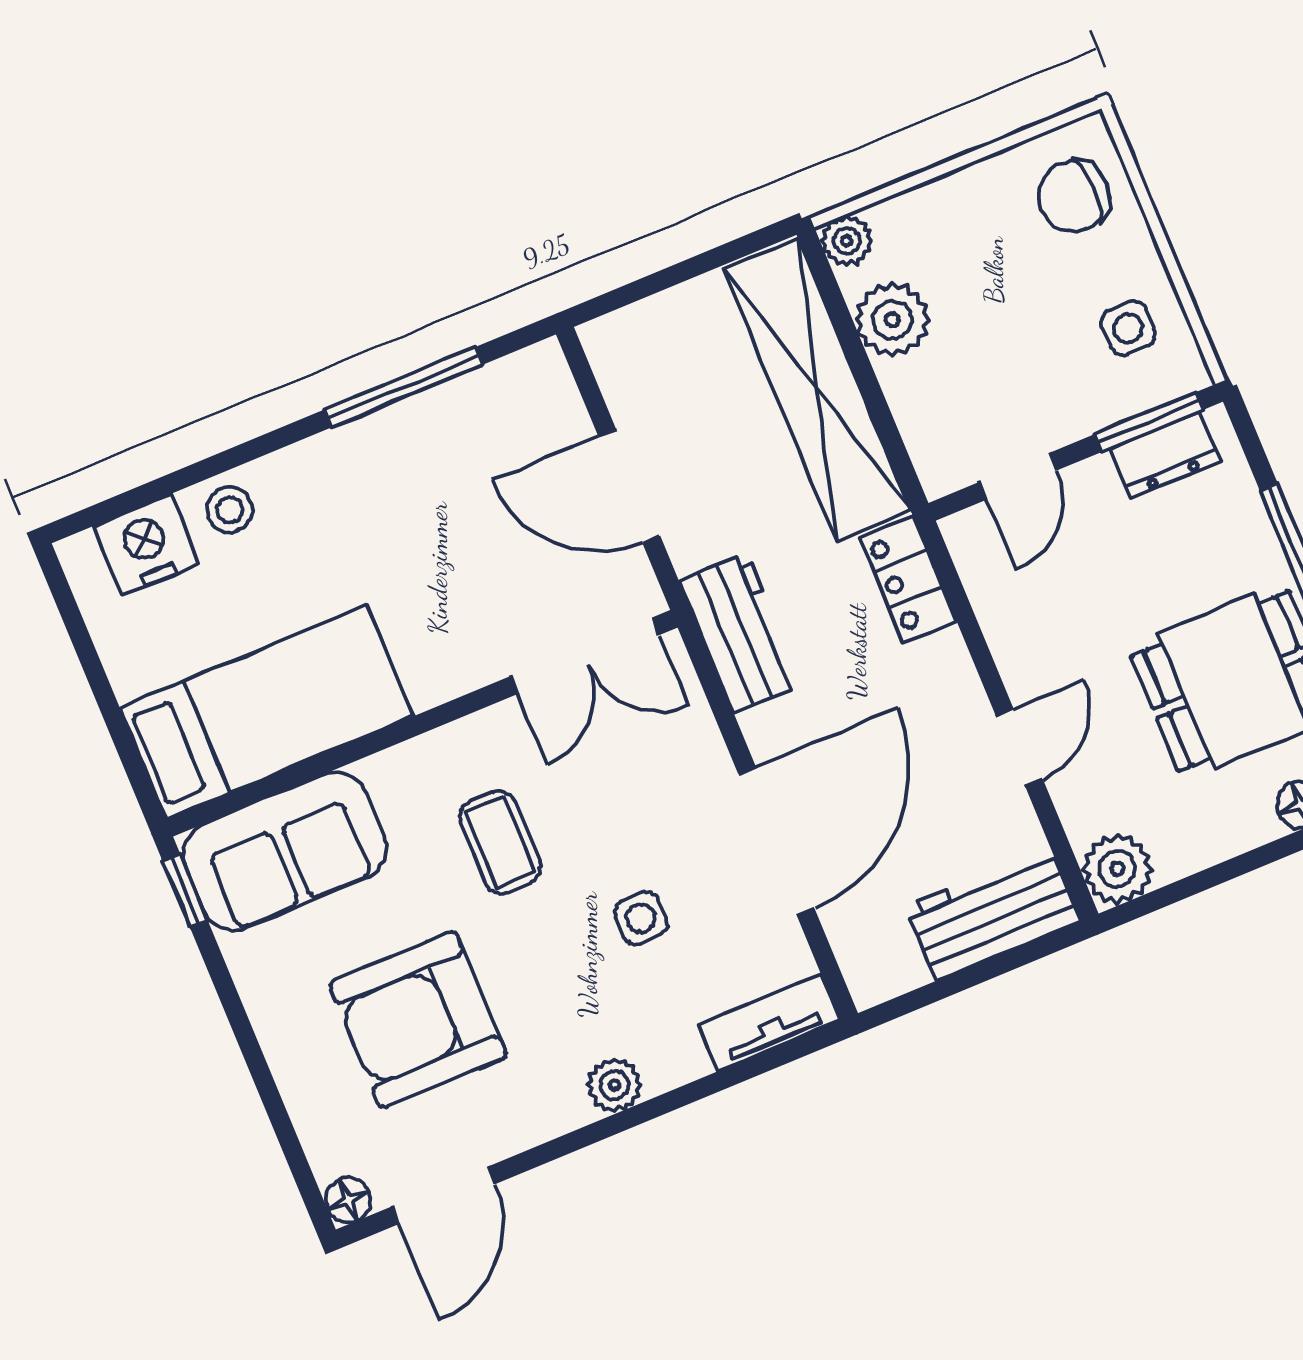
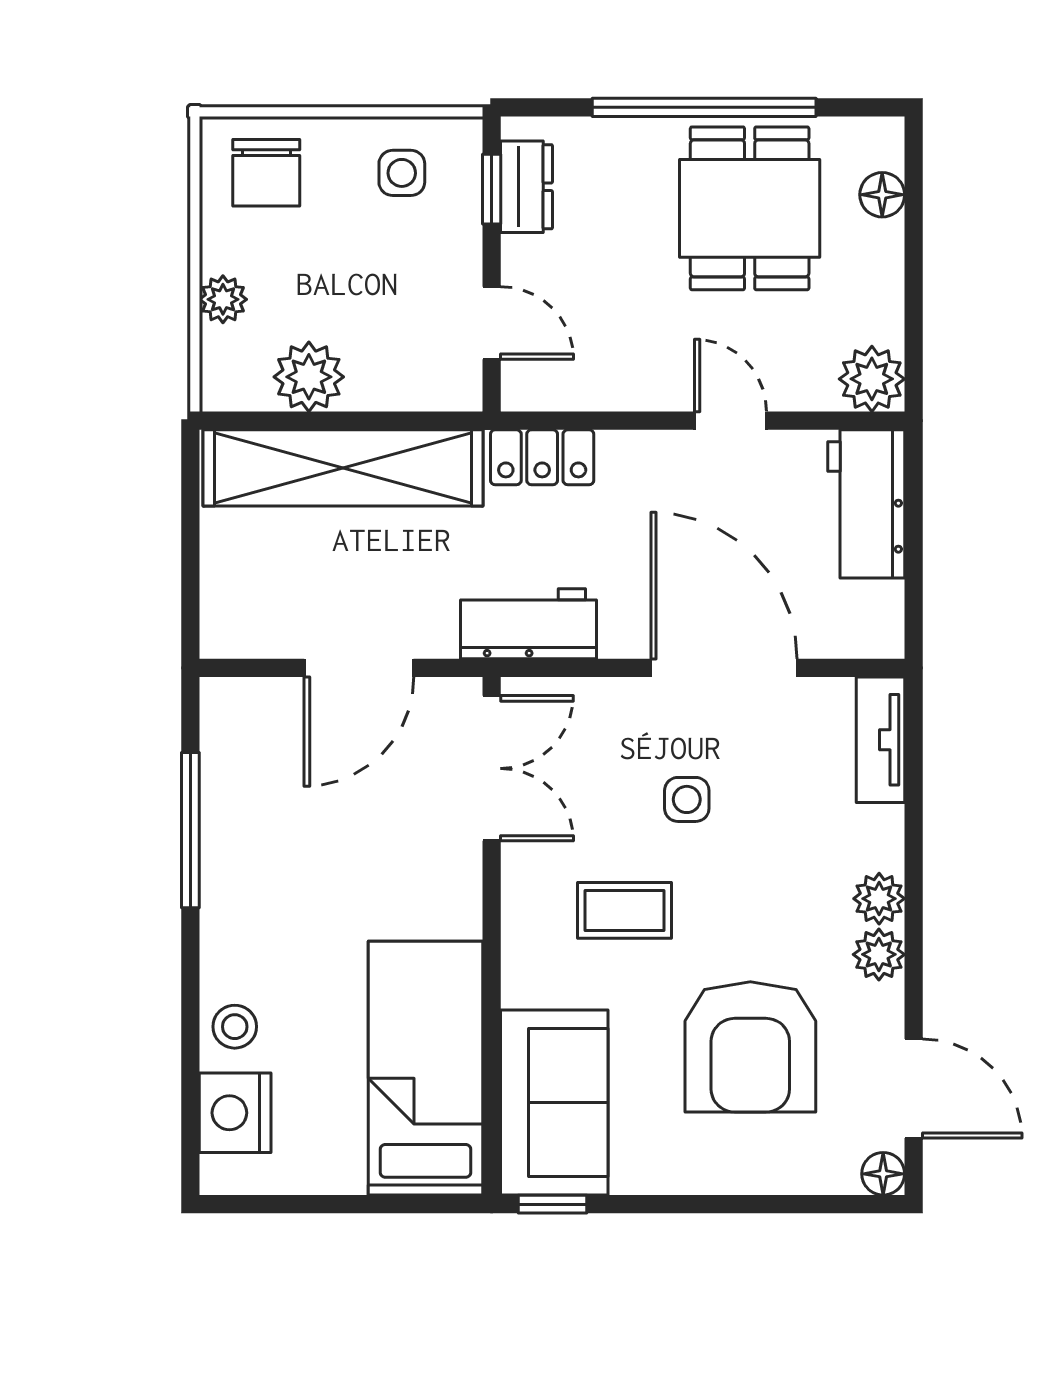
plant: (847, 241) -> (223, 299), moved
window: (1149, 422) -> (492, 189), width x0.67
side table: (641, 918) -> (687, 799), moved
plant: (560, 1108) -> (879, 954), added

